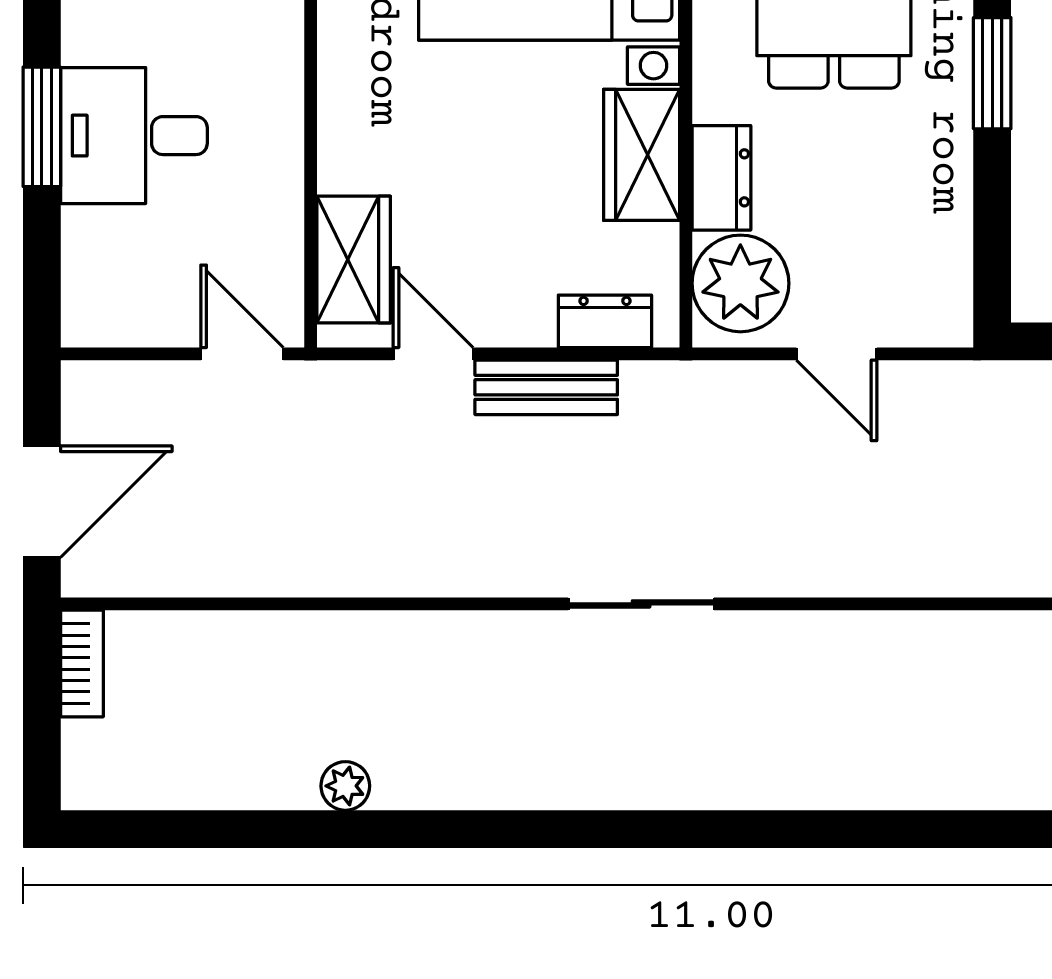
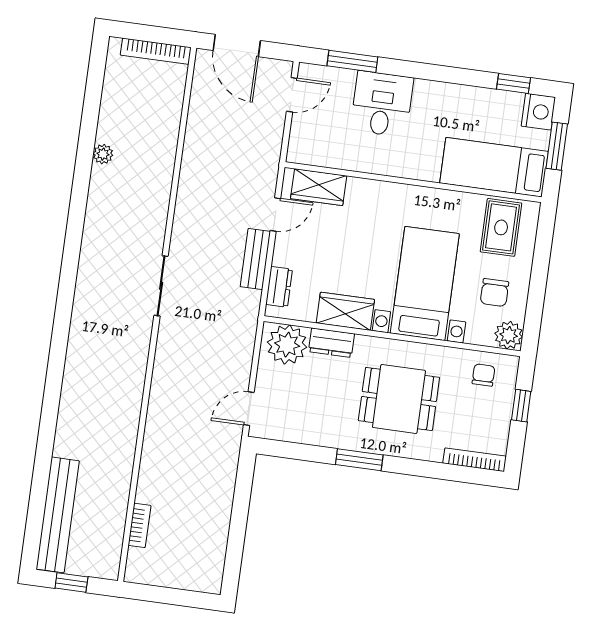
window: (42, 127) -> (352, 61), moved
door: (242, 354) -> (292, 95), moved
door: (837, 354) -> (249, 409), moved
bookcase: (82, 664) -> (156, 51), width x1.56

